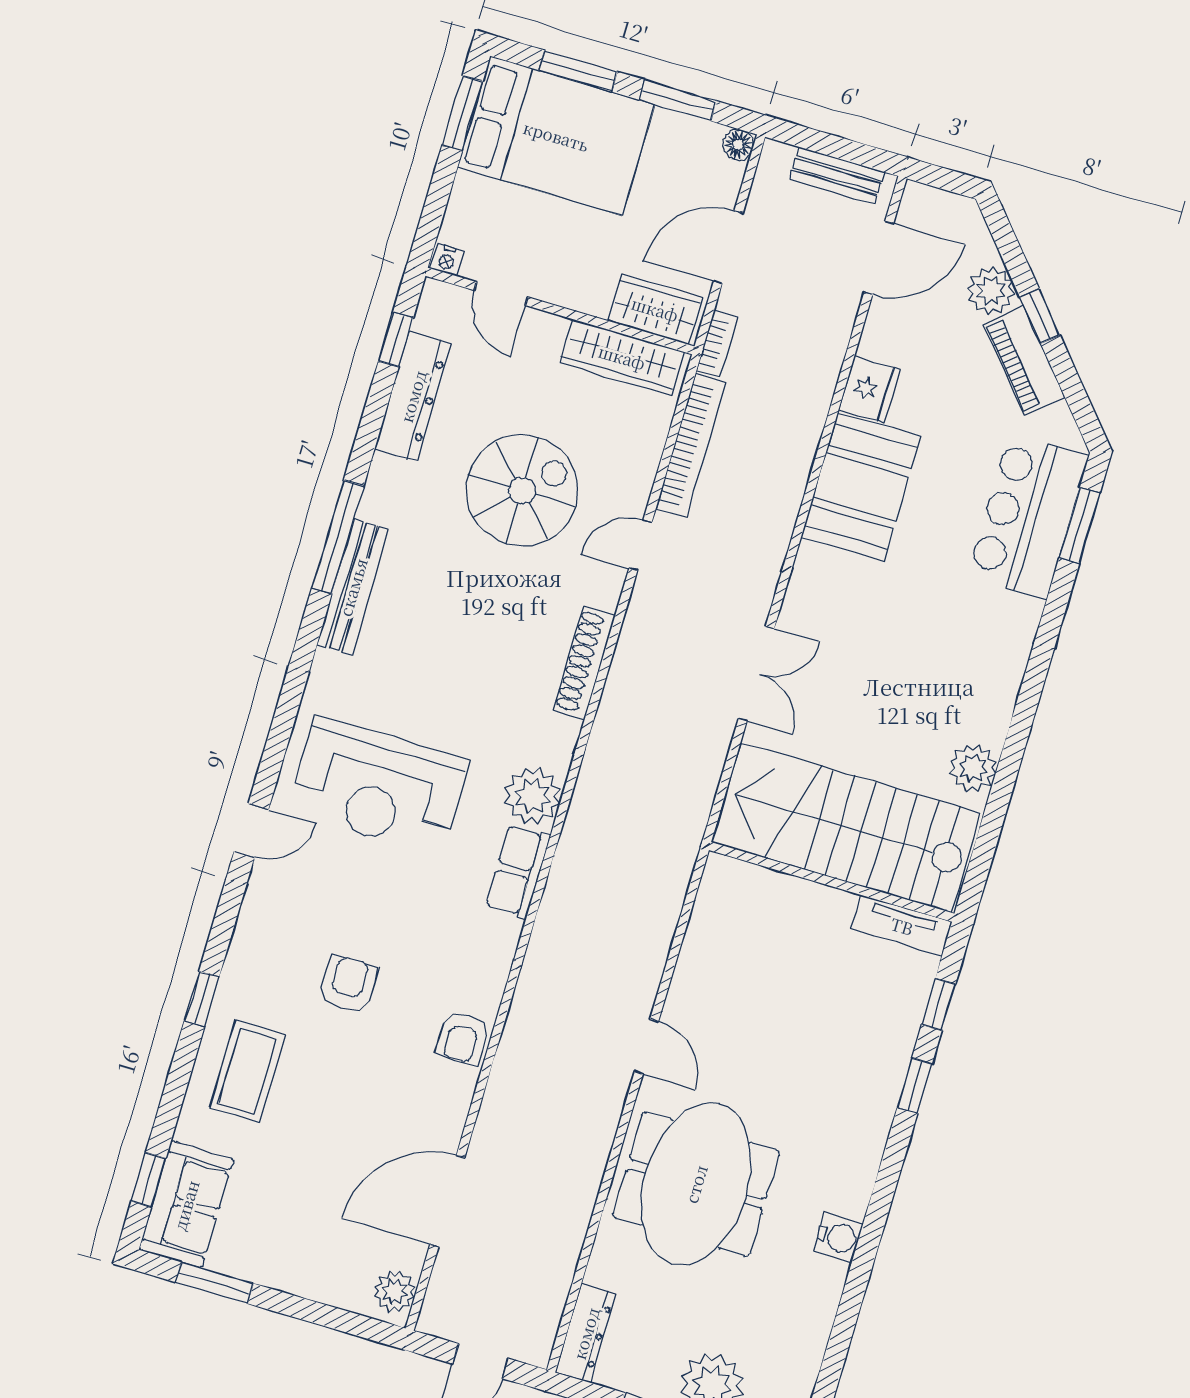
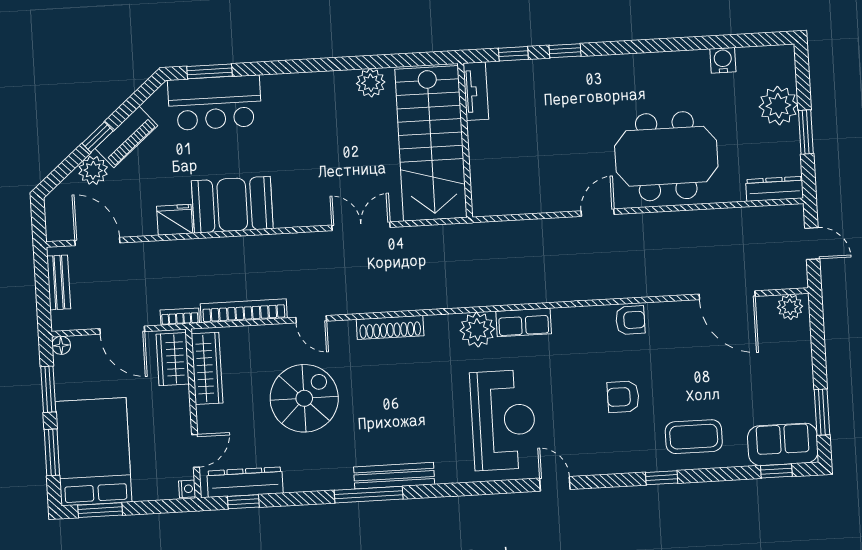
dresser: (413, 396) -> (245, 482), moved
spiral stairs: (522, 491) -> (304, 398), turned 90
water cooler: (838, 1237) -> (723, 60), moved

